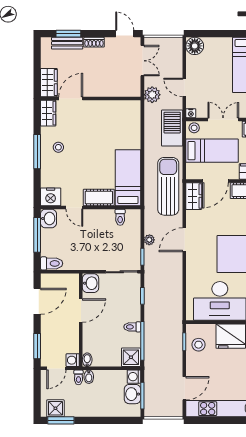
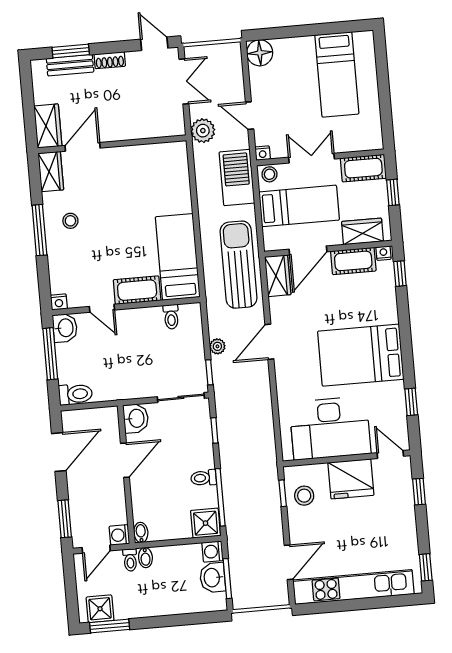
nightstand: (51, 197) -> (59, 302), width x0.53, depth x0.56

